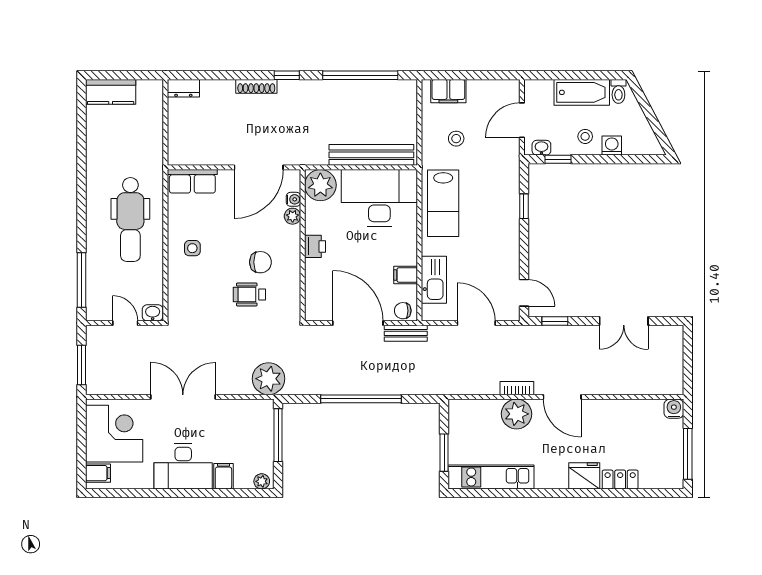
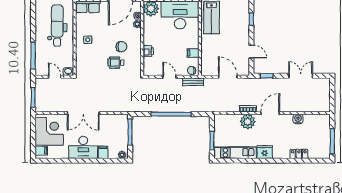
dental chair: (130, 219) -> (57, 26), turned 180
printer: (315, 246) -> (148, 51), moved
kitchen sink: (434, 280) -> (207, 55), removed
door: (524, 293) -> (251, 51), moved
double door: (624, 321) -> (301, 76), swing flipped
door: (358, 323) -> (169, 77), width x0.53
plant: (269, 379) -> (125, 104), removed
double door: (183, 397) -> (83, 113), swing flipped
door: (562, 397) -> (270, 113), swing flipped
water cooler: (674, 409) -> (298, 119), moved
fridge: (584, 476) -> (265, 152), moved

